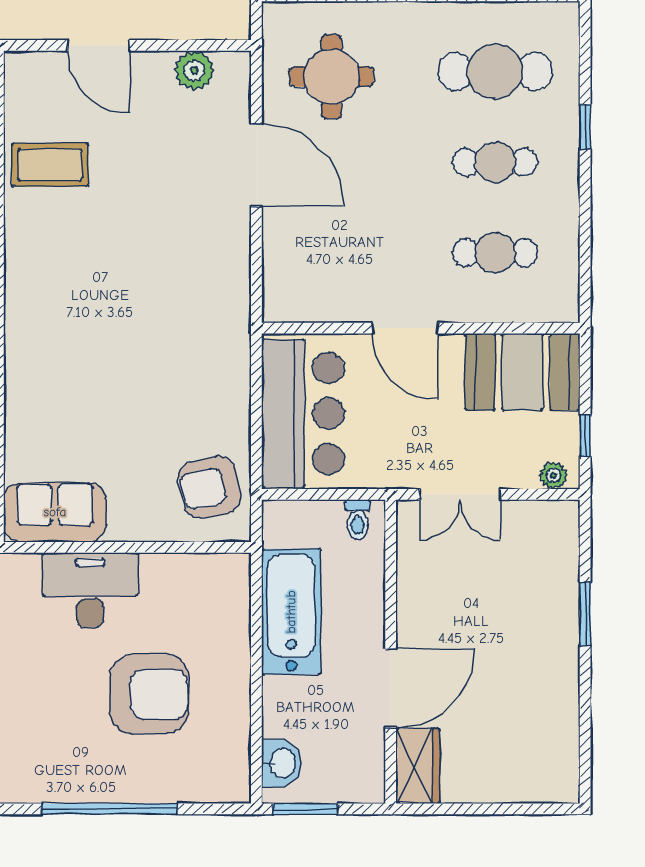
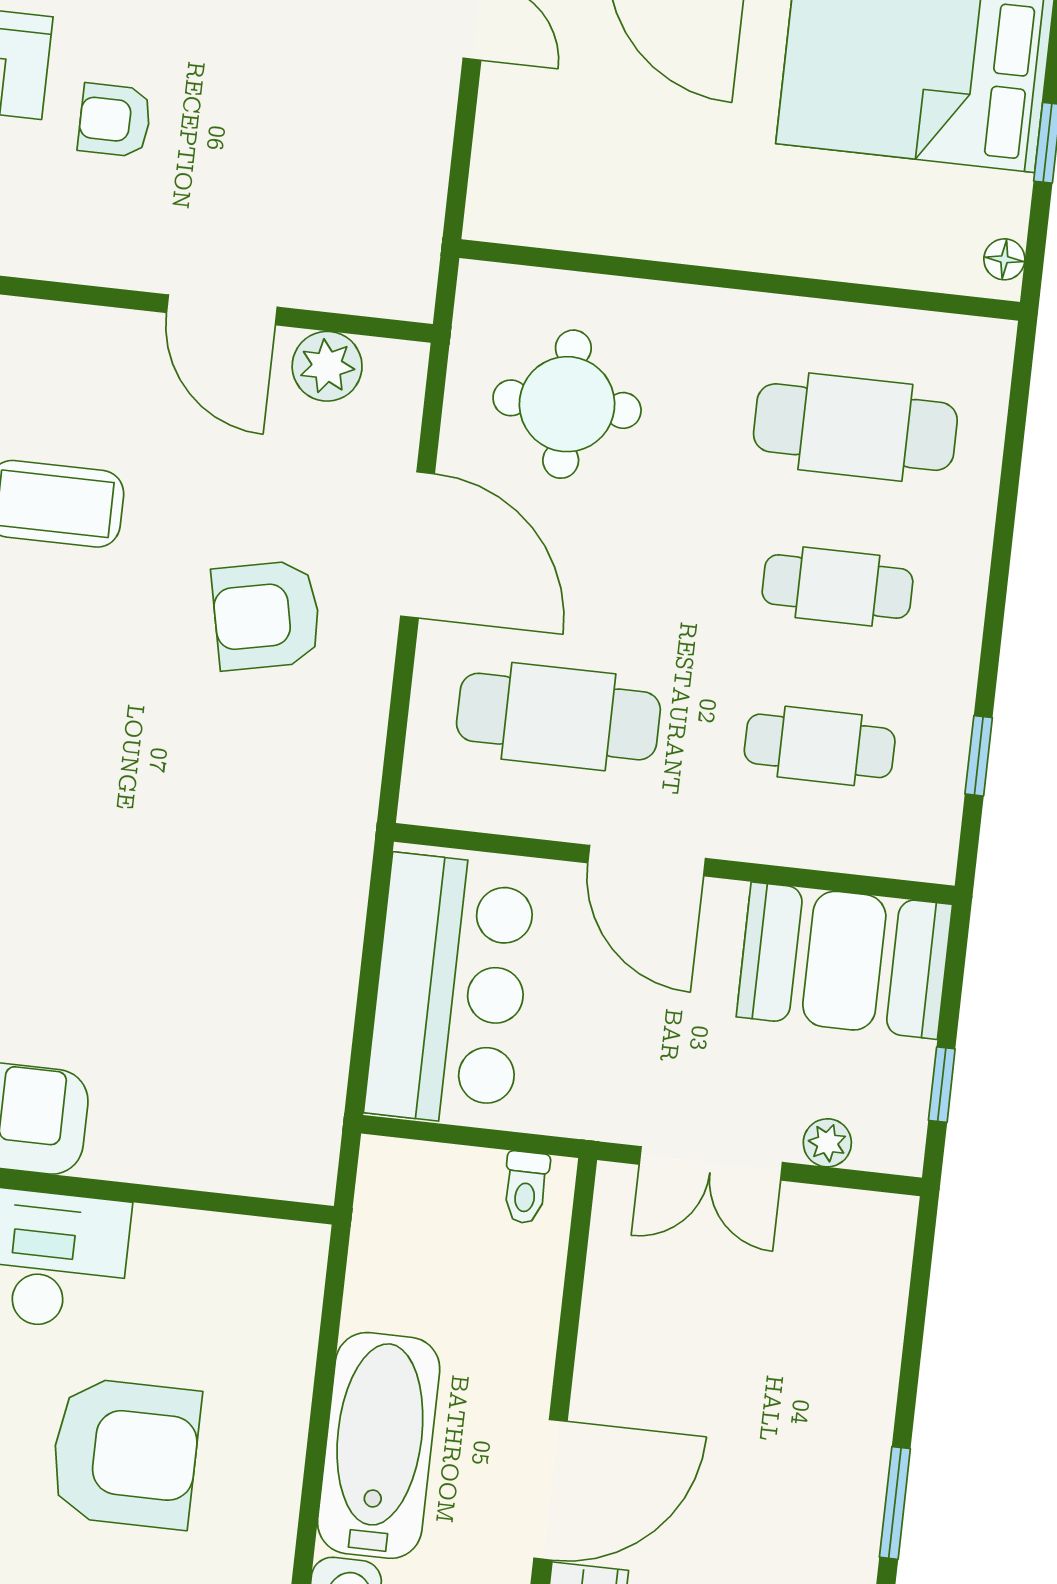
door: (98, 45) -> (222, 310), moved
window: (585, 127) -> (979, 756), moved
cafe table: (346, 253) -> (558, 717), added
plant: (553, 475) -> (827, 1143), moved
armchair: (210, 487) -> (266, 615), moved
bathtub: (291, 612) -> (379, 1445), moved
window: (585, 614) -> (895, 1503), moved

